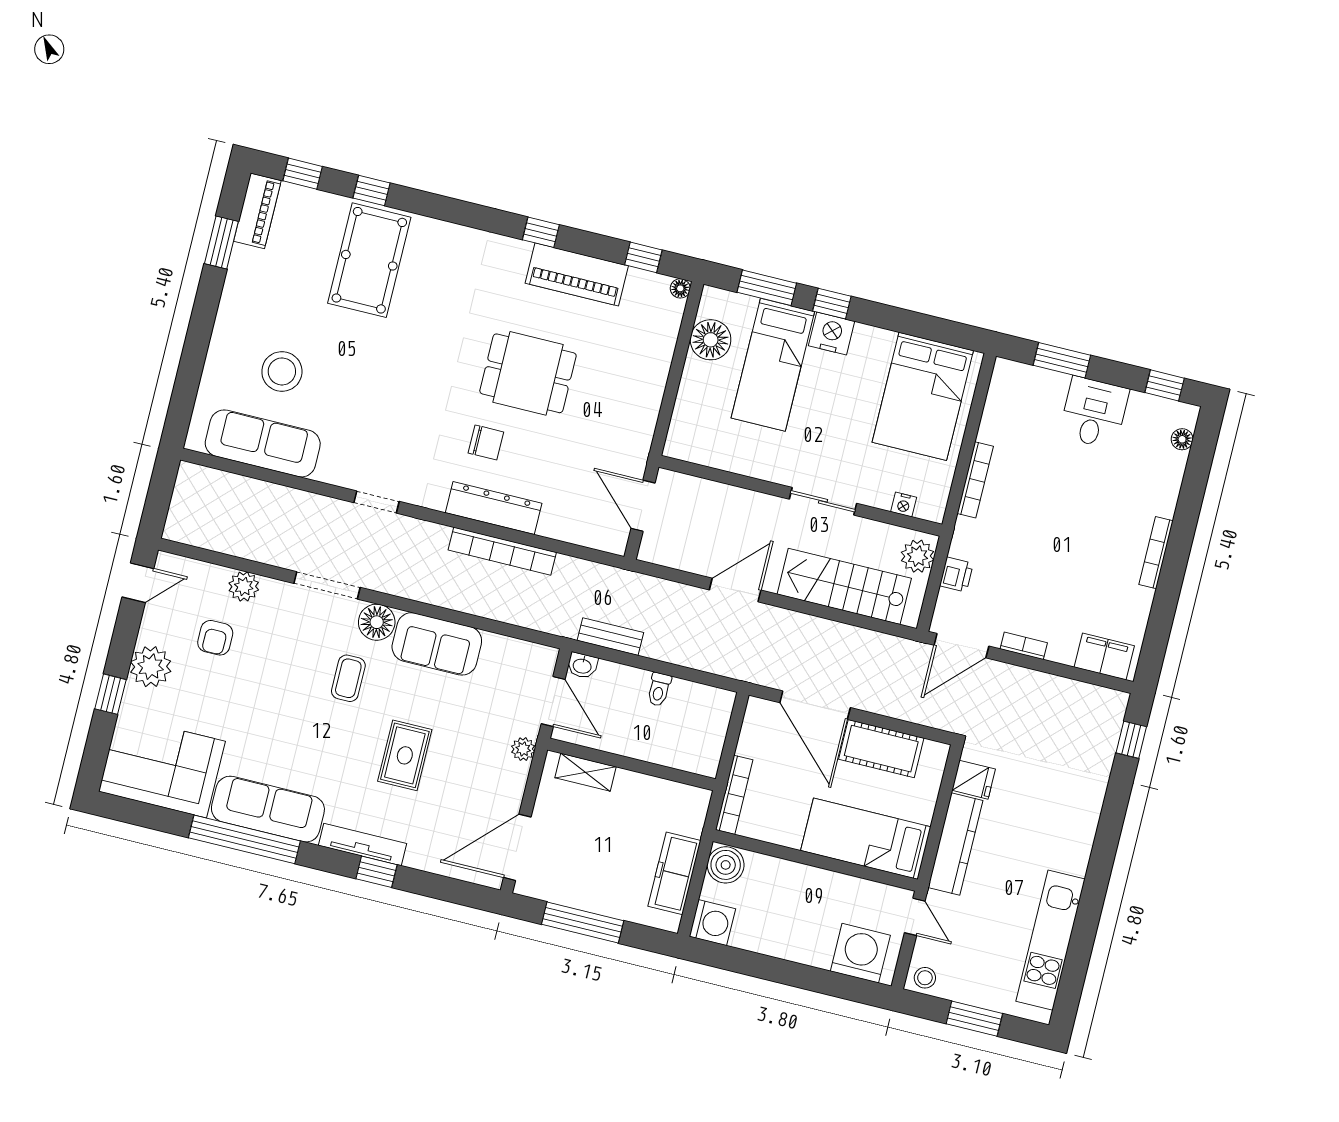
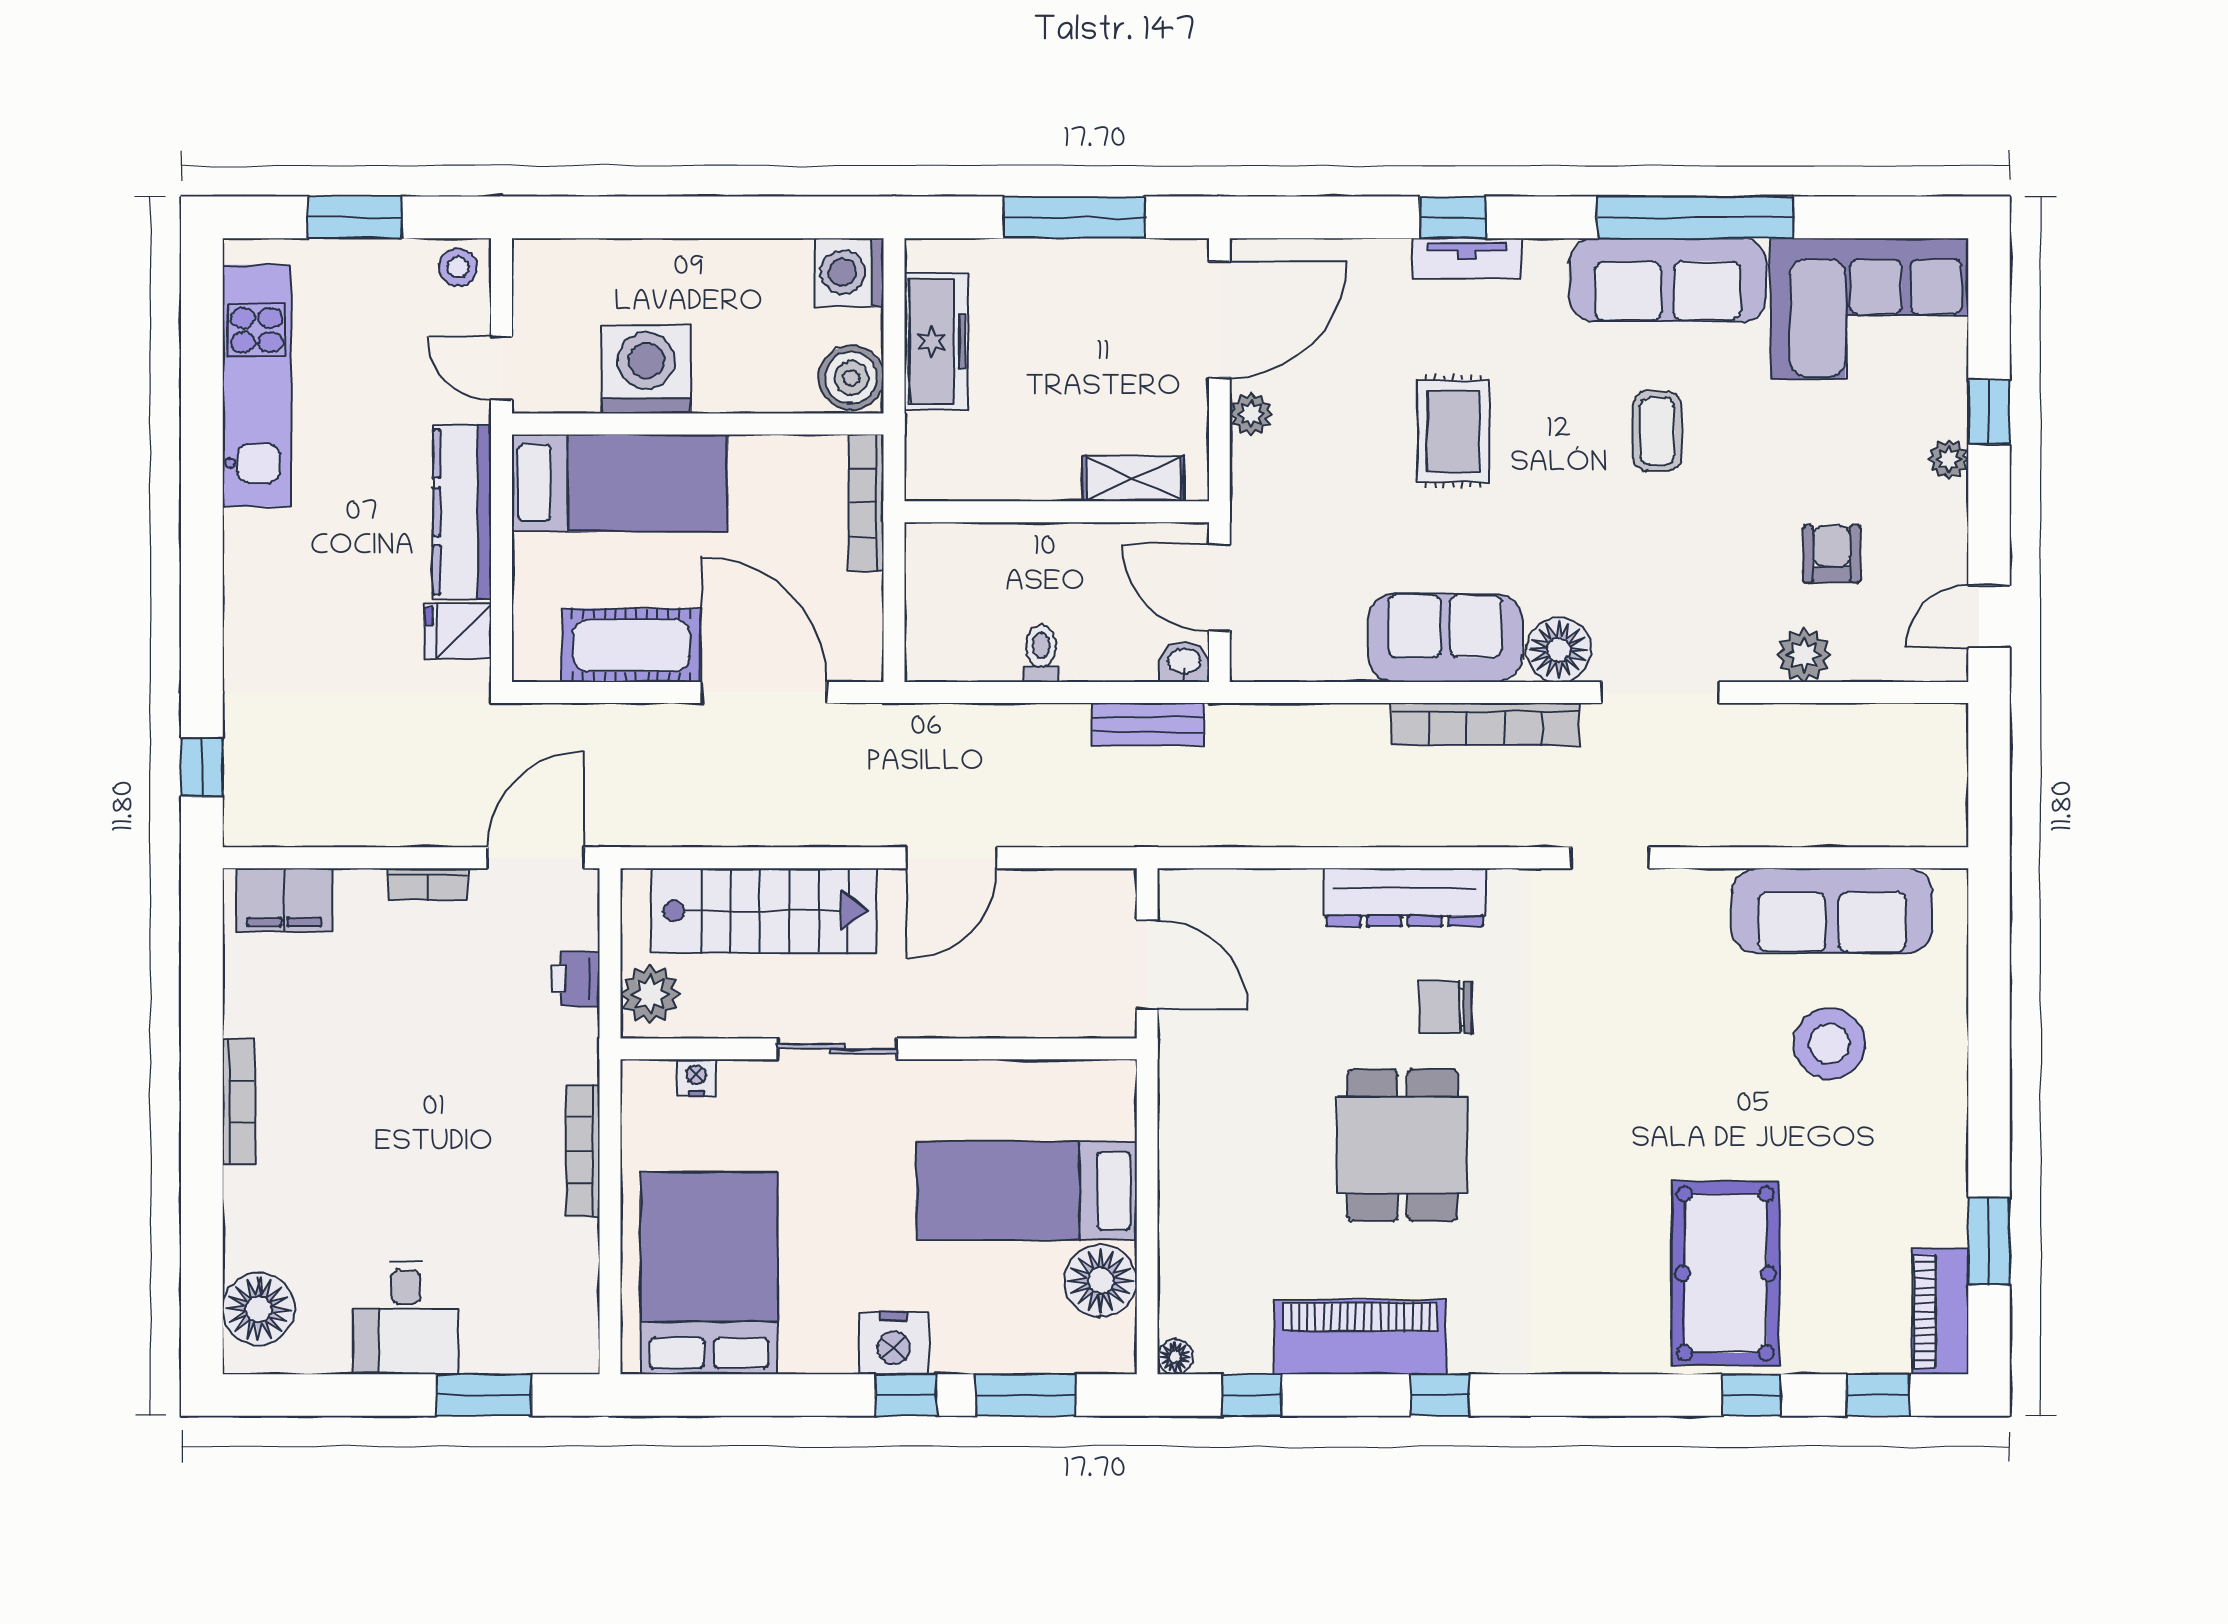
bed: (773, 365) -> (1027, 1191), moved, turned -90
dining table: (528, 373) -> (1402, 1145), turned 90
window: (1165, 385) -> (295, 1395), removed
floor lamp: (1182, 439) -> (259, 1309), width x1.89, depth x1.89
bookcase: (502, 551) -> (1485, 724), moved, turned 180
plant: (151, 667) -> (1949, 459), width x0.53, depth x0.53
coffee table: (348, 678) -> (1657, 431), moved
plant: (523, 749) -> (1251, 414), moved
tv unit: (362, 845) -> (1467, 259), width x0.71
washing machine: (860, 953) -> (646, 369), moved, turned 180

